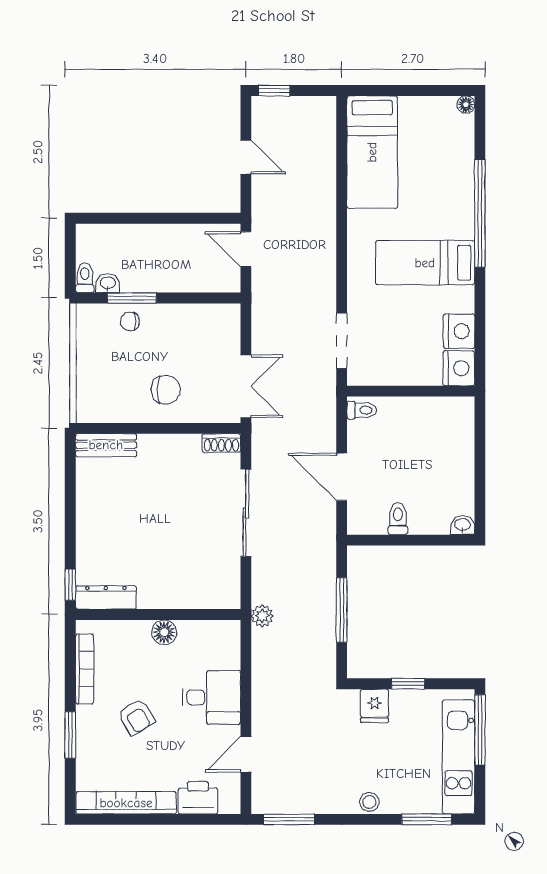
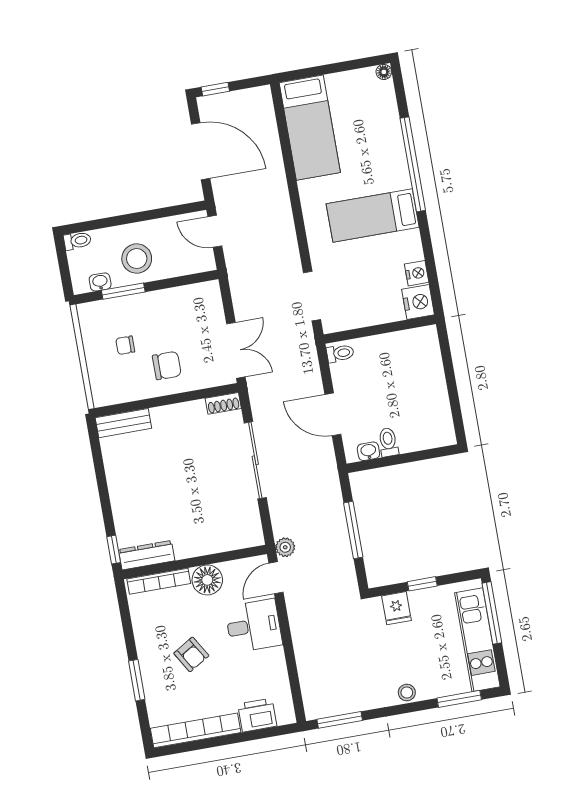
door: (246, 157) -> (201, 151), width x1.87
stool: (153, 264) -> (137, 259), added
toilet: (85, 278) -> (77, 241), moved, turned 90
chair: (130, 321) -> (125, 345), moved
nightstand: (459, 331) -> (417, 273), width x0.74, depth x0.75
washbasin: (463, 525) -> (368, 451), moved
floor lamp: (164, 632) -> (207, 580), width x1.38, depth x1.38
bookcase: (85, 669) -> (159, 581), moved, turned 90
door: (246, 754) -> (276, 578), moved

